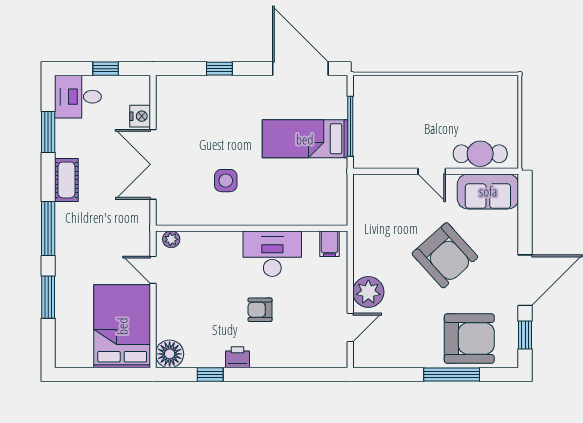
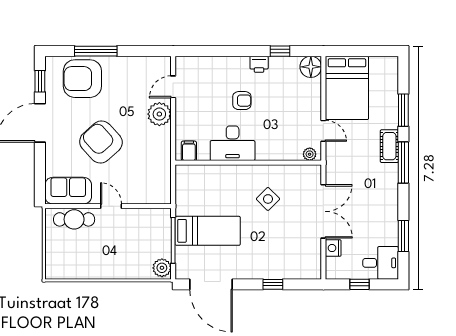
plant: (365, 90) -> (162, 268), added
cot: (66, 180) -> (389, 146), moved
side table: (226, 181) -> (268, 199), turned 45

